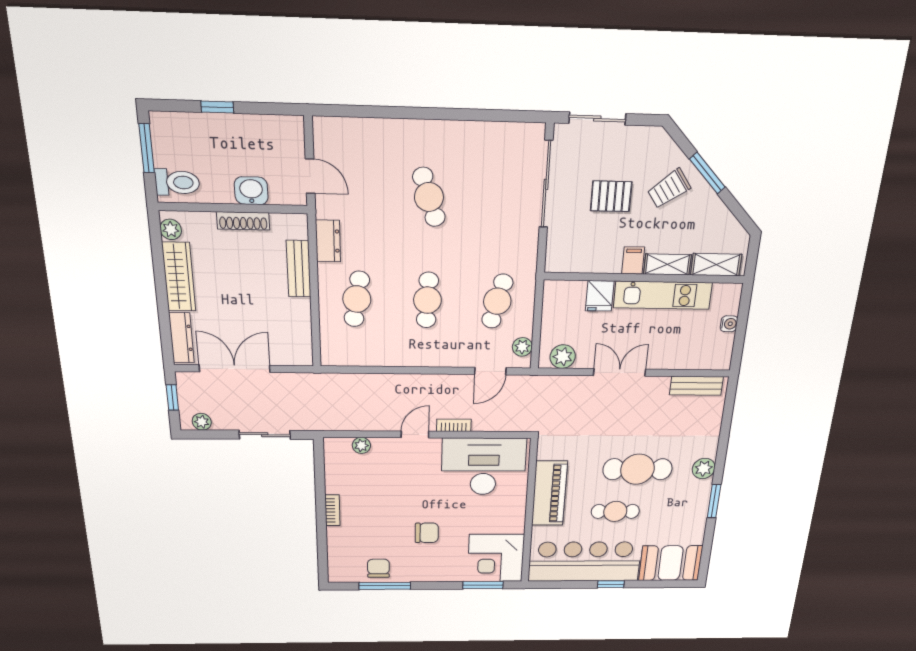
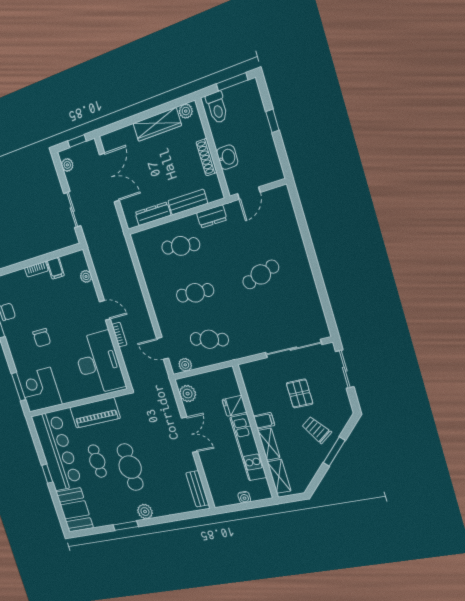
dresser: (181, 338) -> (153, 214), moved, turned 180
filing cabinet: (338, 484) -> (55, 268), added

